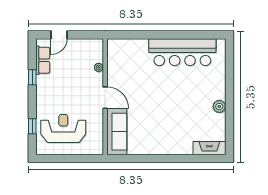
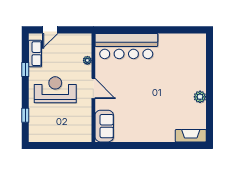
bar counter: (182, 52) -> (126, 46), moved
reception desk: (63, 128) -> (55, 90), moved
sofa: (117, 132) -> (104, 126), width x0.73

